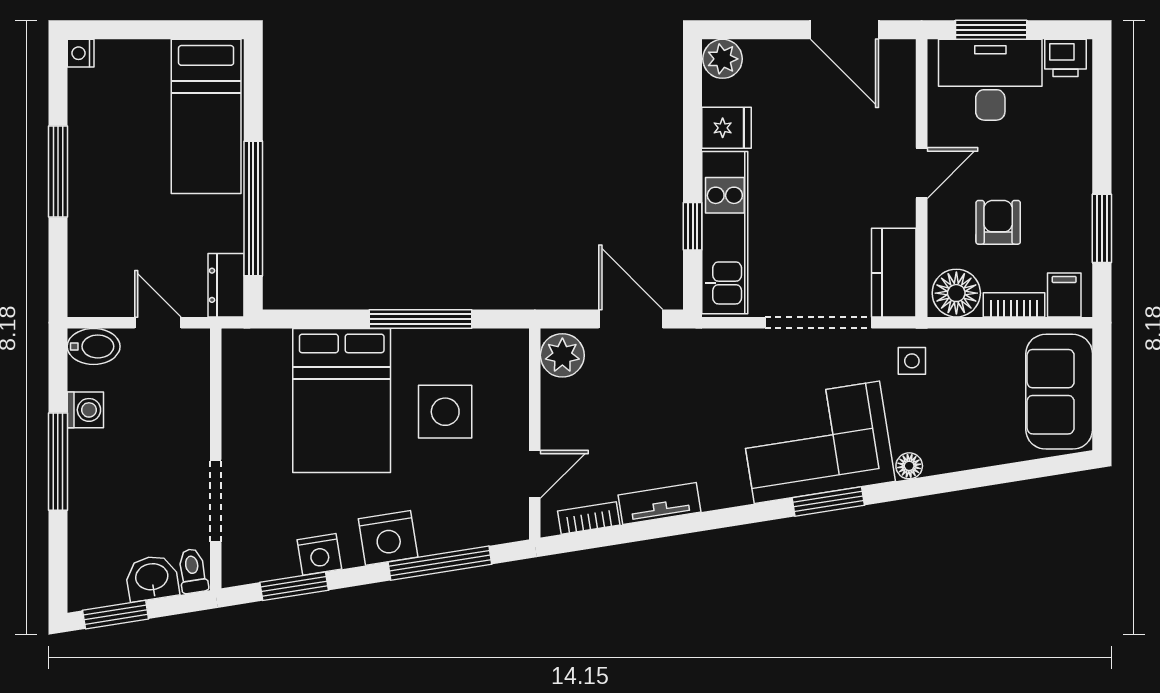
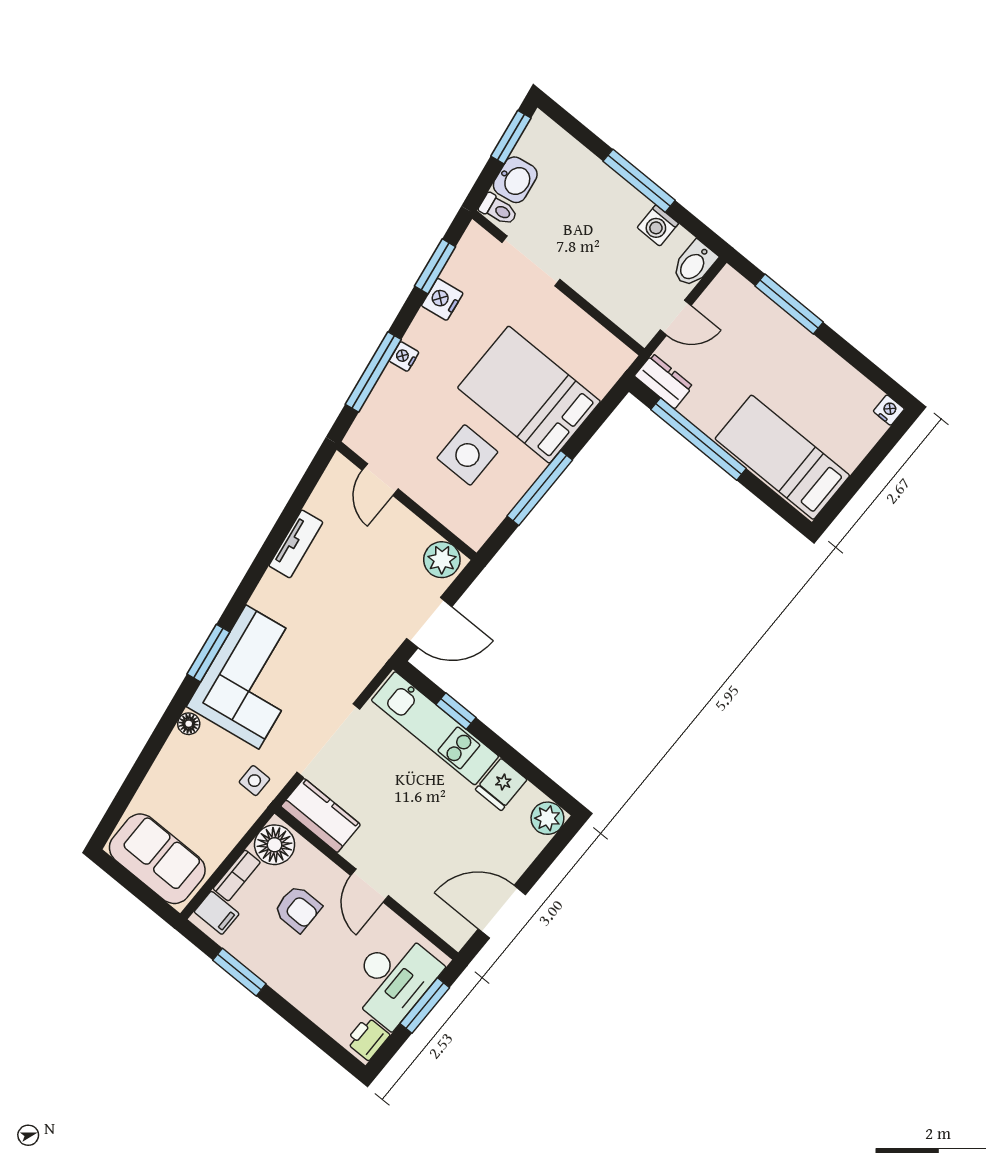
window: (58, 171) -> (789, 304), moved
bookcase: (589, 518) -> (324, 491), removed
nightstand: (388, 538) -> (404, 357), width x0.53, depth x0.56

